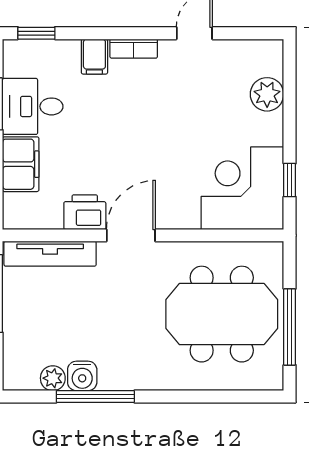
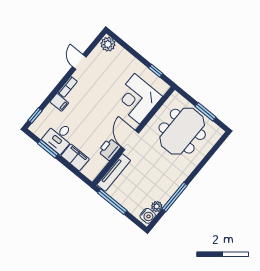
plant: (267, 94) -> (108, 44), moved
corner desk: (242, 188) -> (137, 99), moved
window: (290, 327) -> (205, 112), width x0.69
water cooler: (82, 376) -> (148, 216), moved

